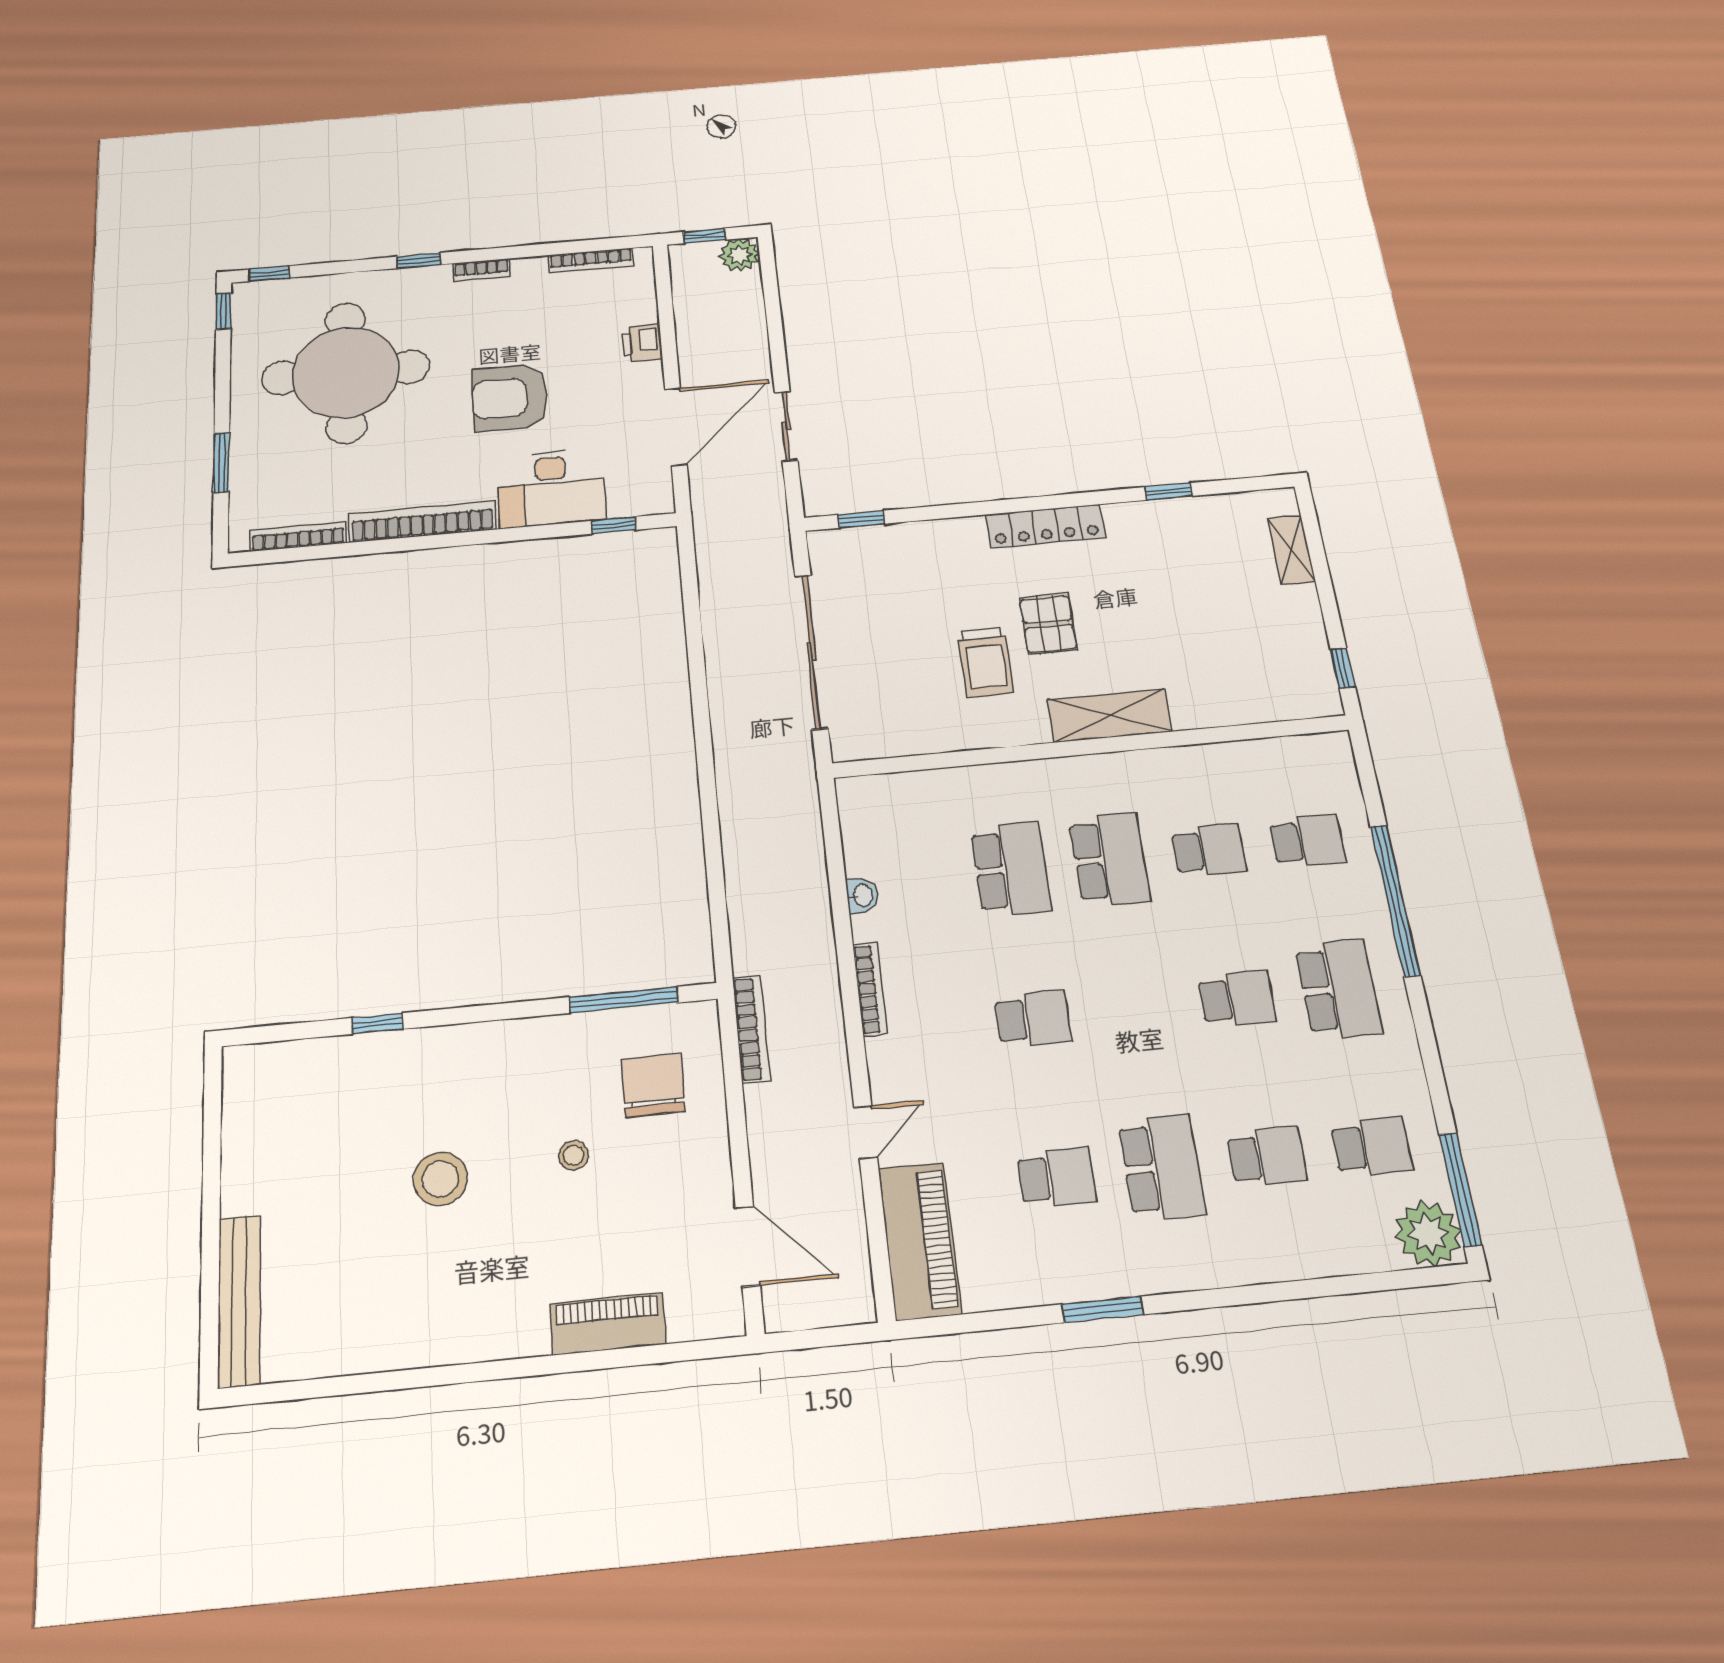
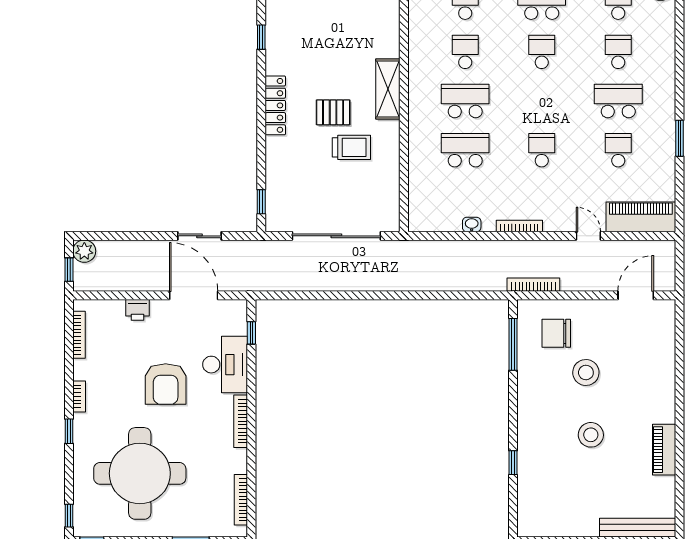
bookcase: (422, 522) -> (241, 421), width x0.68, depth x0.76
stool: (574, 1155) -> (586, 373), width x1.89, depth x1.89
piano: (608, 1324) -> (664, 450), moved

